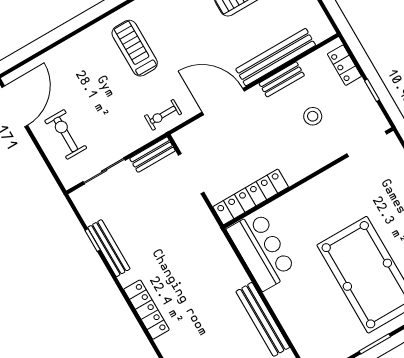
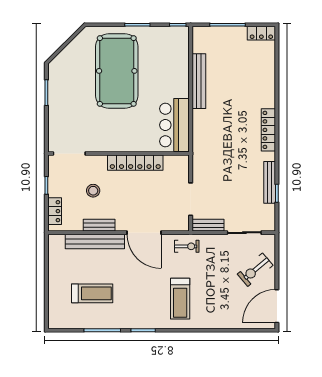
exercise bike: (66, 134) -> (255, 270), turned 50
locker: (251, 197) -> (135, 163), moved

